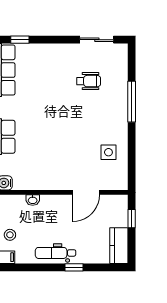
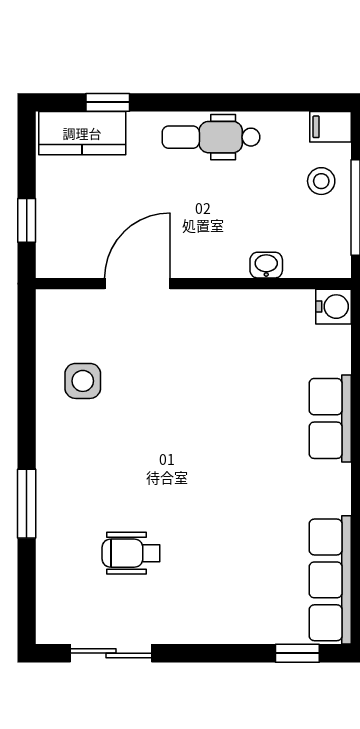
window: (132, 102) -> (27, 504), width x0.69
kitchen counter: (119, 246) -> (82, 133), moved, turned 90
dental chair: (56, 253) -> (211, 137), turned 180
window: (74, 267) -> (108, 102), moved

